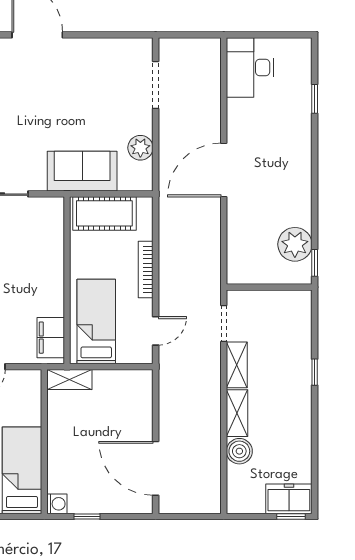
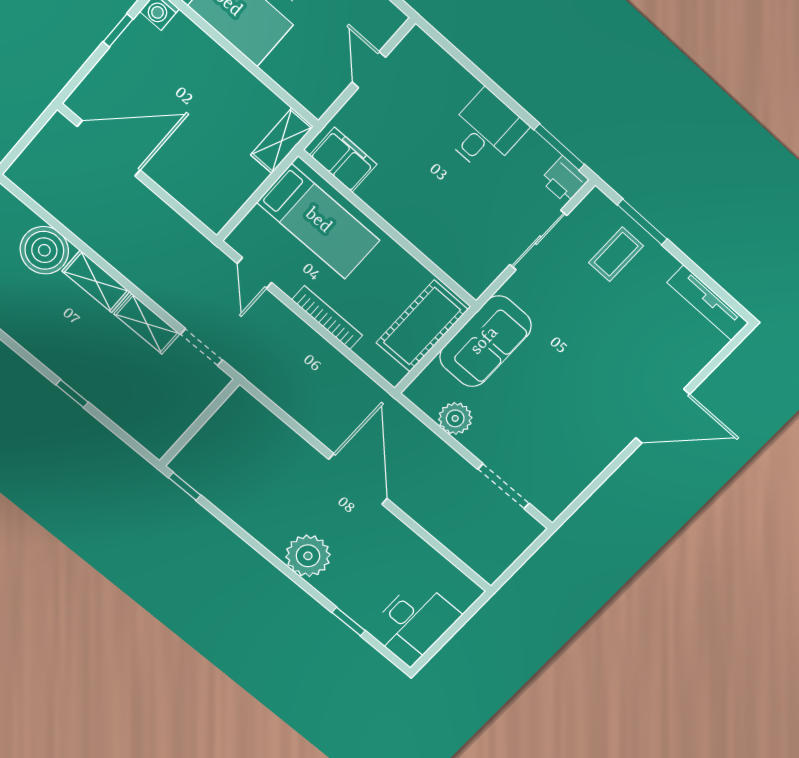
desk: (250, 67) -> (414, 623), moved, turned 90
plant: (295, 244) -> (308, 556), moved
boiler: (239, 451) -> (44, 250), width x1.37, depth x1.37

